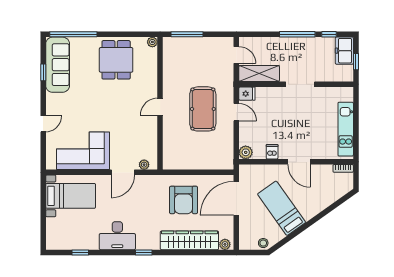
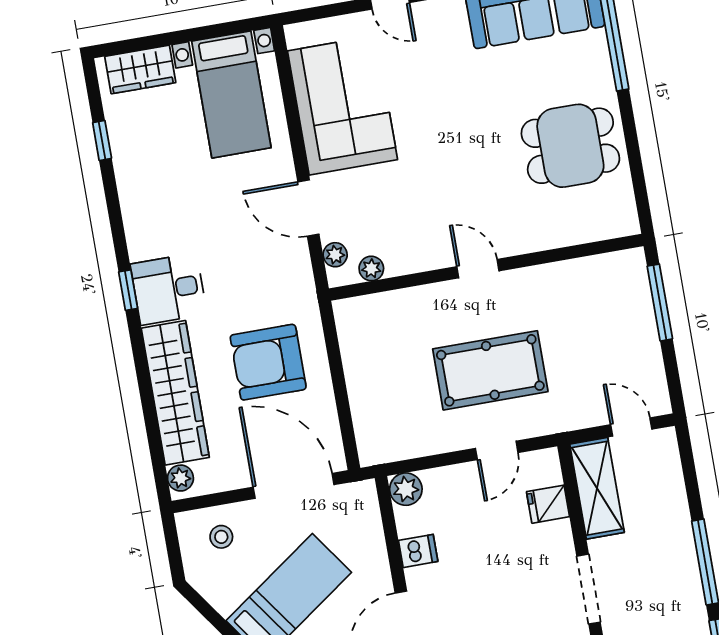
plant: (152, 42) -> (371, 269), moved
door: (236, 55) -> (631, 427), swing flipped
fridge: (247, 94) -> (548, 504), moved, turned 90
wardrobe: (54, 232) -> (140, 69), added
desk: (117, 236) -> (169, 289), moved, width x0.73
stool: (263, 243) -> (221, 537), moved

